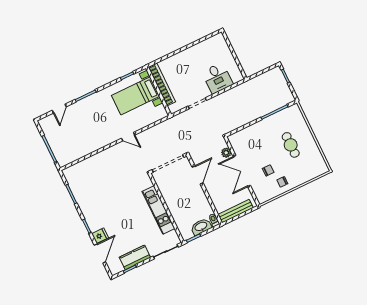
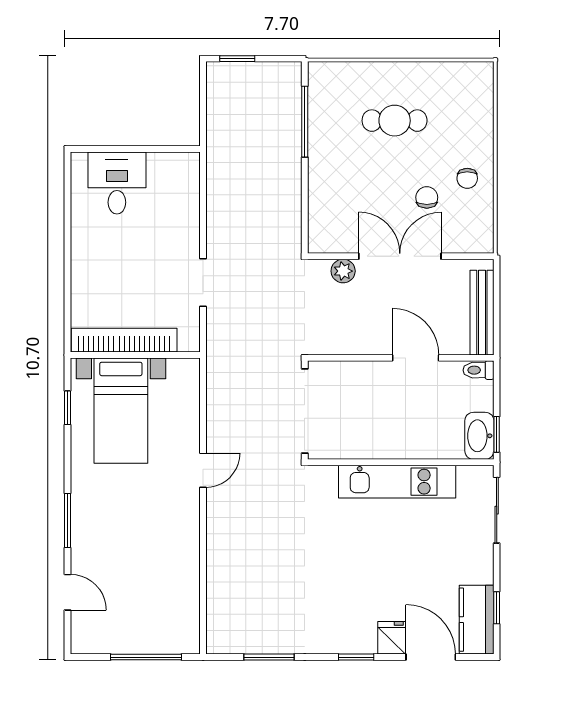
desk: (217, 78) -> (117, 183), moved, turned -90
double door: (242, 171) -> (400, 256), swing flipped
door: (198, 175) -> (416, 358), moved
washbasin: (201, 227) -> (479, 436), moved
kitchen counter: (135, 257) -> (477, 620), moved

